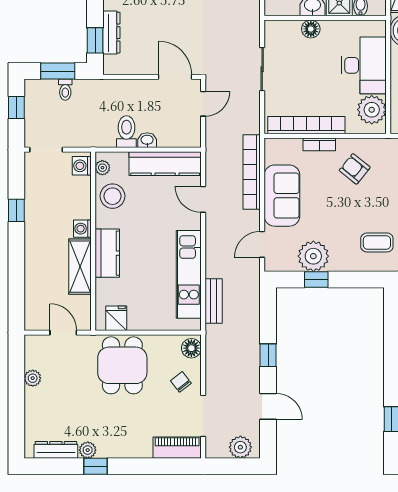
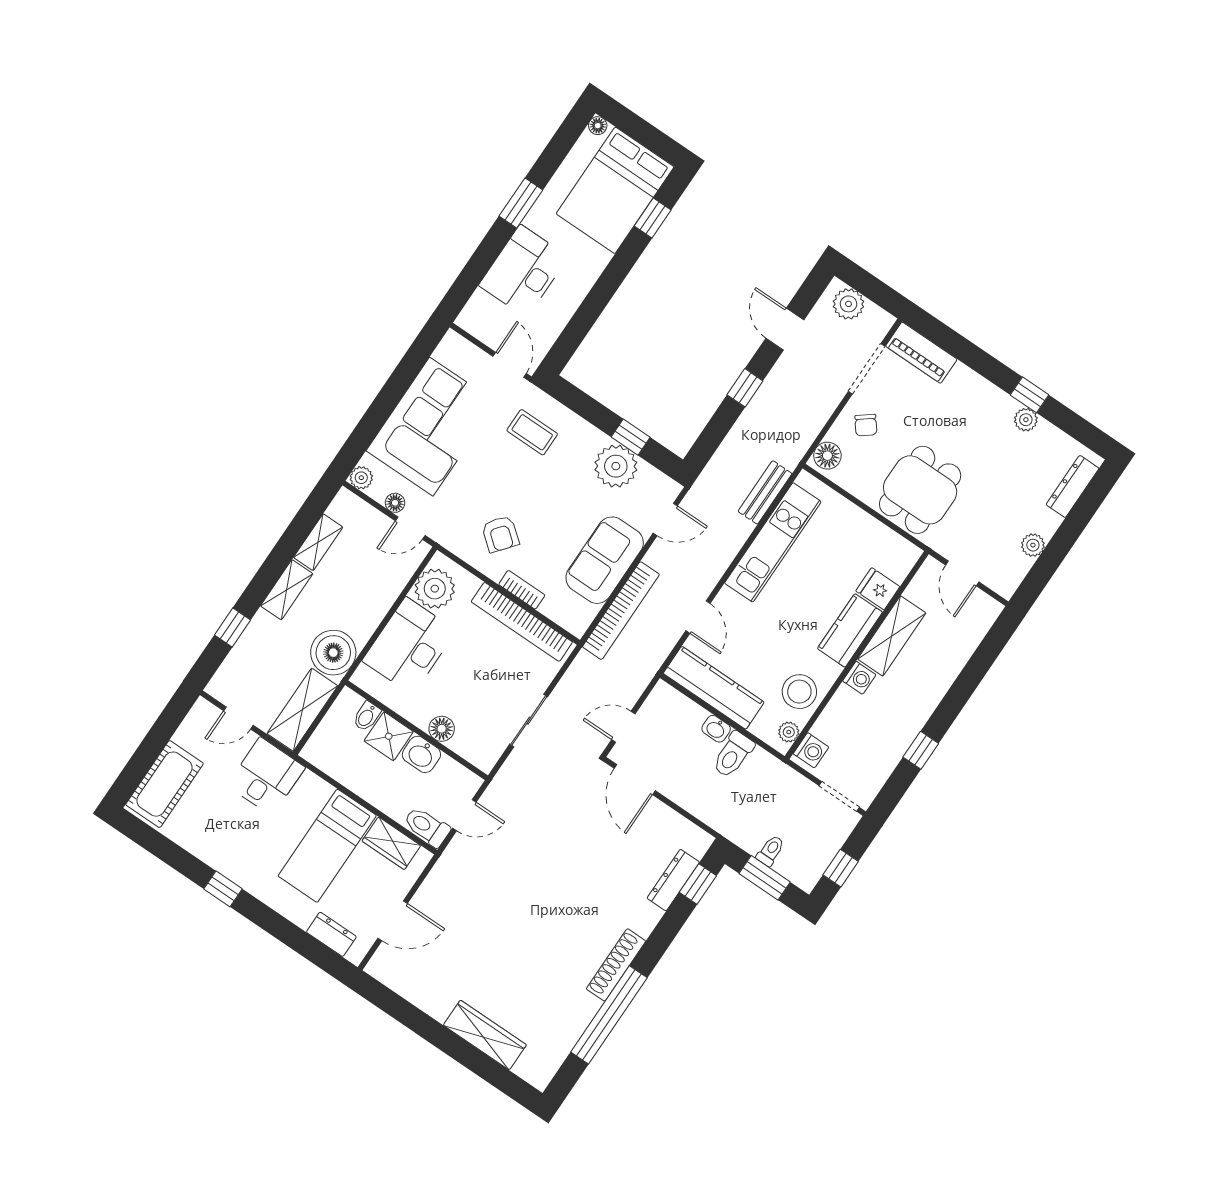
fridge: (116, 318) -> (878, 589), moved, turned 90
dresser: (56, 450) -> (1073, 486), moved, turned 90

